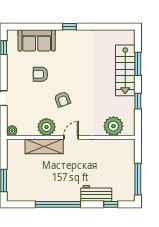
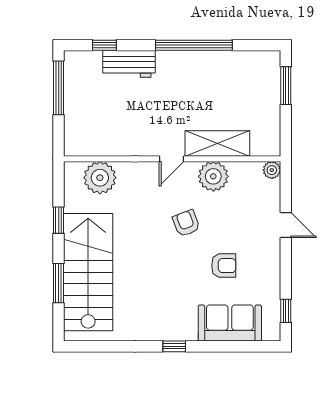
stairs: (125, 70) -> (88, 272), width x1.36, depth x1.51

